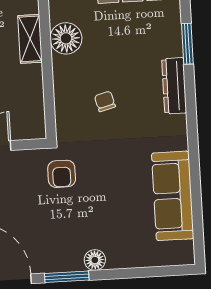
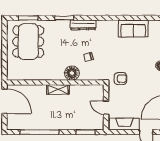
floor lamp: (66, 38) -> (72, 73), moved
sofa: (173, 196) -> (133, 29), width x0.73

